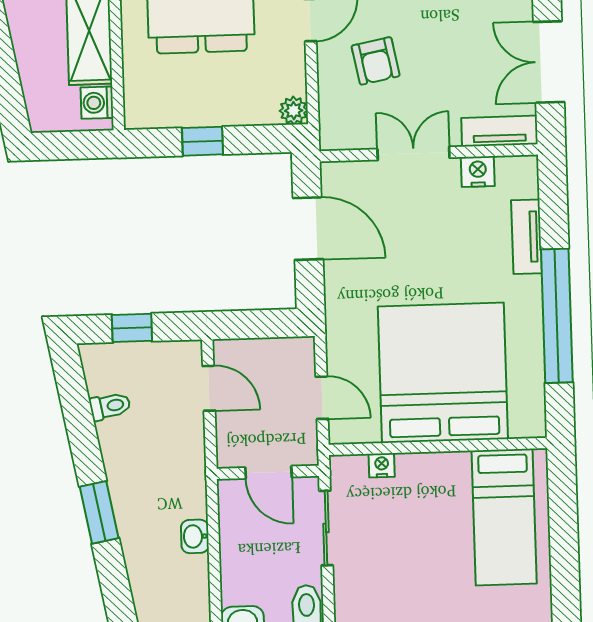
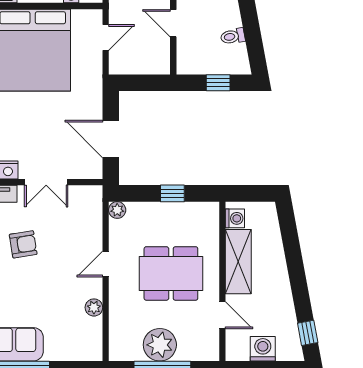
armchair: (376, 61) -> (23, 244), moved, turned 92
door: (209, 388) -> (173, 23), moved
door: (322, 398) -> (106, 37), swing flipped

